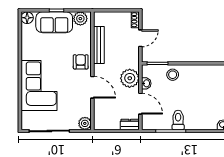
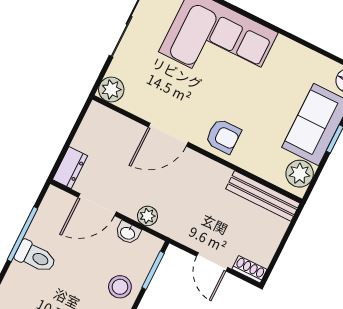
bench: (99, 45) -> (263, 196), moved
plant: (130, 78) -> (147, 216), width x0.53, depth x0.53

